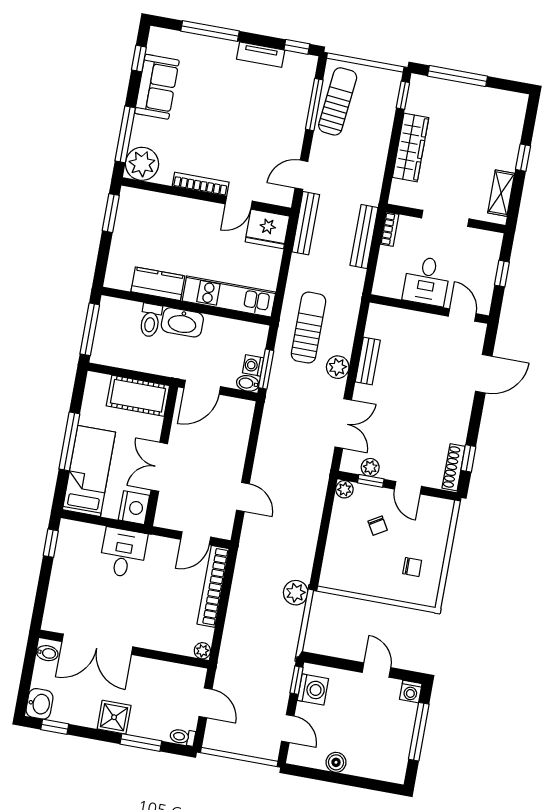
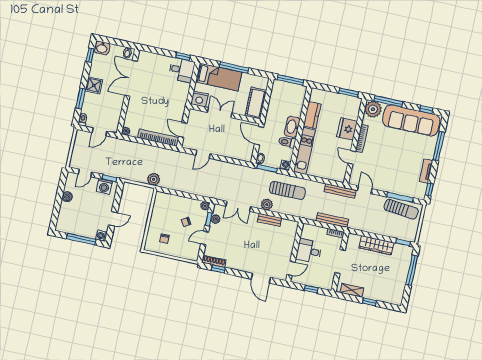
sofa: (157, 87) -> (411, 120), width x1.85, depth x1.27
fridge: (267, 229) -> (347, 129), moved
toilet: (150, 320) -> (287, 142), moved
washing machine: (253, 365) -> (285, 165), moved
desk: (123, 553) -> (182, 70), moved

